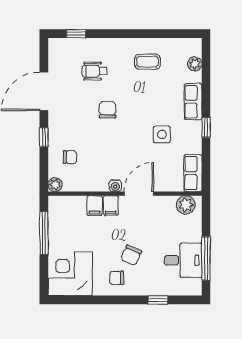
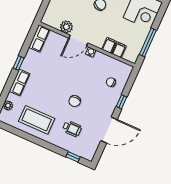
coffee table: (148, 62) -> (37, 120), width x1.86, depth x1.72
side table: (162, 134) -> (48, 71), removed
plant: (55, 185) -> (128, 69), removed
plant: (186, 205) -> (66, 27), moved
filing cabinet: (111, 206) -> (119, 50), moved

